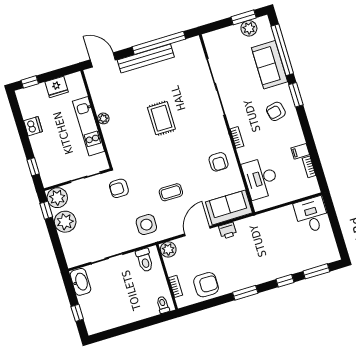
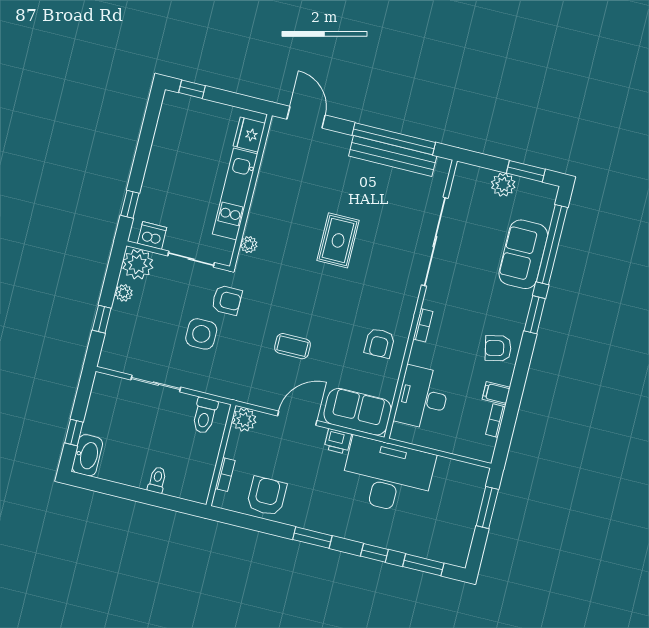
plant: (249, 28) -> (503, 185), moved
bench: (146, 58) -> (393, 156), moved
fridge: (57, 87) -> (249, 135), moved, turned 90
armchair: (276, 111) -> (498, 348), moved
plant: (103, 118) -> (249, 245), moved
dishwasher: (33, 126) -> (152, 236), moved, turned -90
armchair: (119, 188) -> (227, 300), turned 180
window: (46, 210) -> (102, 319), moved
desk: (312, 215) -> (387, 476), moved, width x1.87, depth x1.30
window: (333, 218) -> (487, 508), added
plant: (65, 222) -> (124, 293), width x0.53, depth x0.53
side table: (146, 225) -> (201, 334), moved
washbasin: (80, 282) -> (87, 455), moved
armchair: (206, 285) -> (267, 496), turned -90
toilet: (163, 305) -> (157, 480), moved

